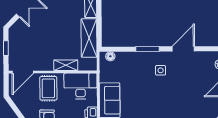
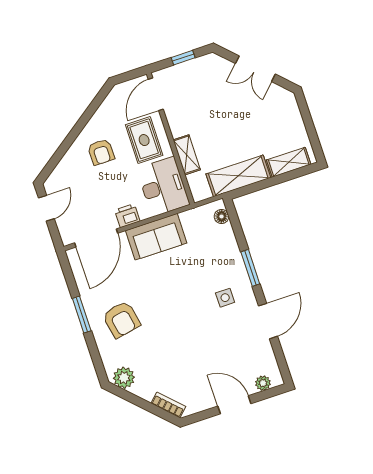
door: (183, 49) -> (268, 321), hinge flipped
door: (23, 72) -> (156, 94), hinge flipped
rug: (48, 88) -> (144, 140), turned 90

